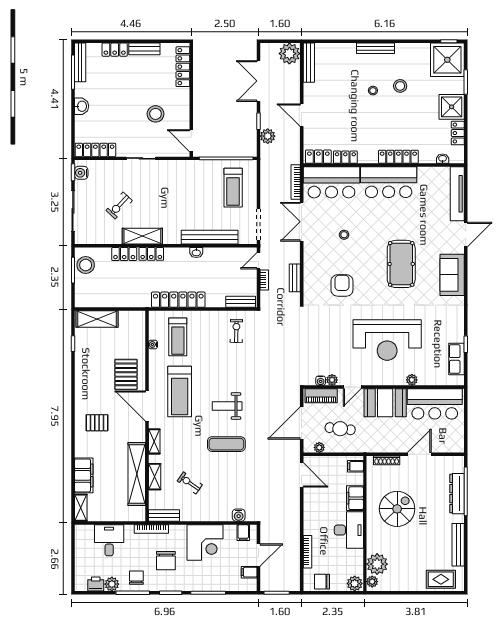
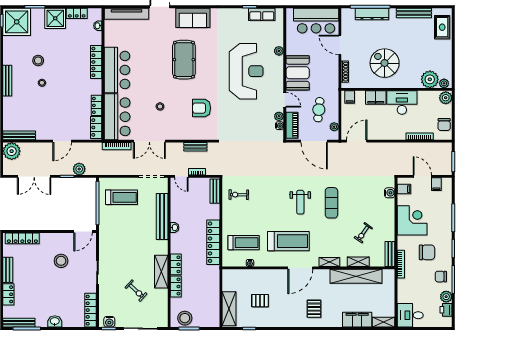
pool table: (401, 264) -> (184, 60), turned 90
pallet: (126, 374) -> (260, 301), moved, width x0.67, depth x0.71
bar counter: (435, 404) -> (316, 21), moved, turned 90
desk: (109, 540) -> (410, 315), moved

